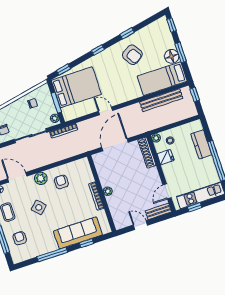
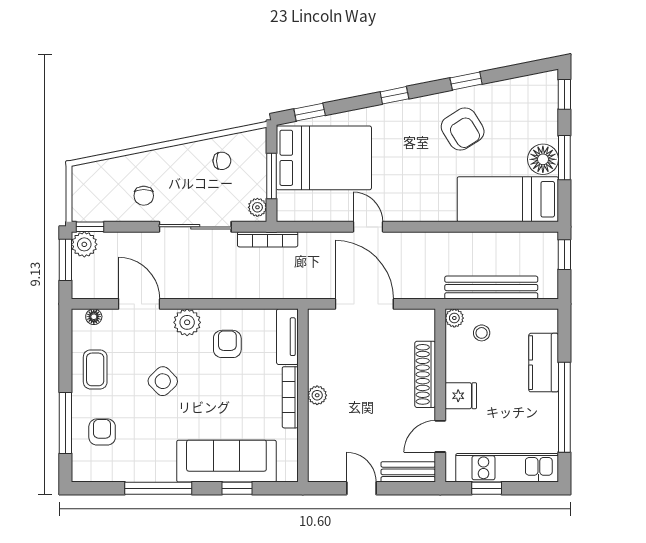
bench: (161, 100) -> (491, 288), moved
door: (115, 145) -> (364, 304), hinge flipped
shoe rack: (147, 153) -> (425, 374), moved
fridge: (166, 157) -> (461, 396), moved
tv unit: (86, 170) -> (287, 337), added

